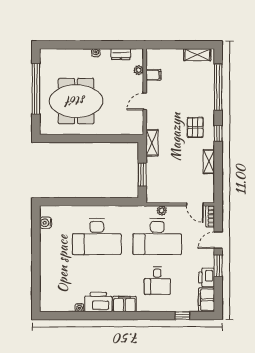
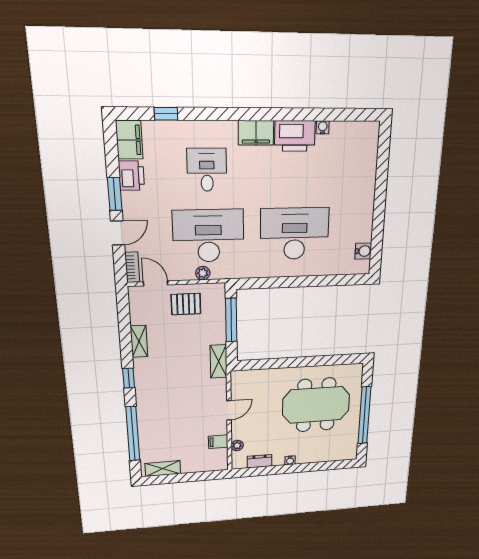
pallet: (195, 127) -> (186, 304), moved, turned 90
window: (142, 175) -> (231, 320), width x1.44

